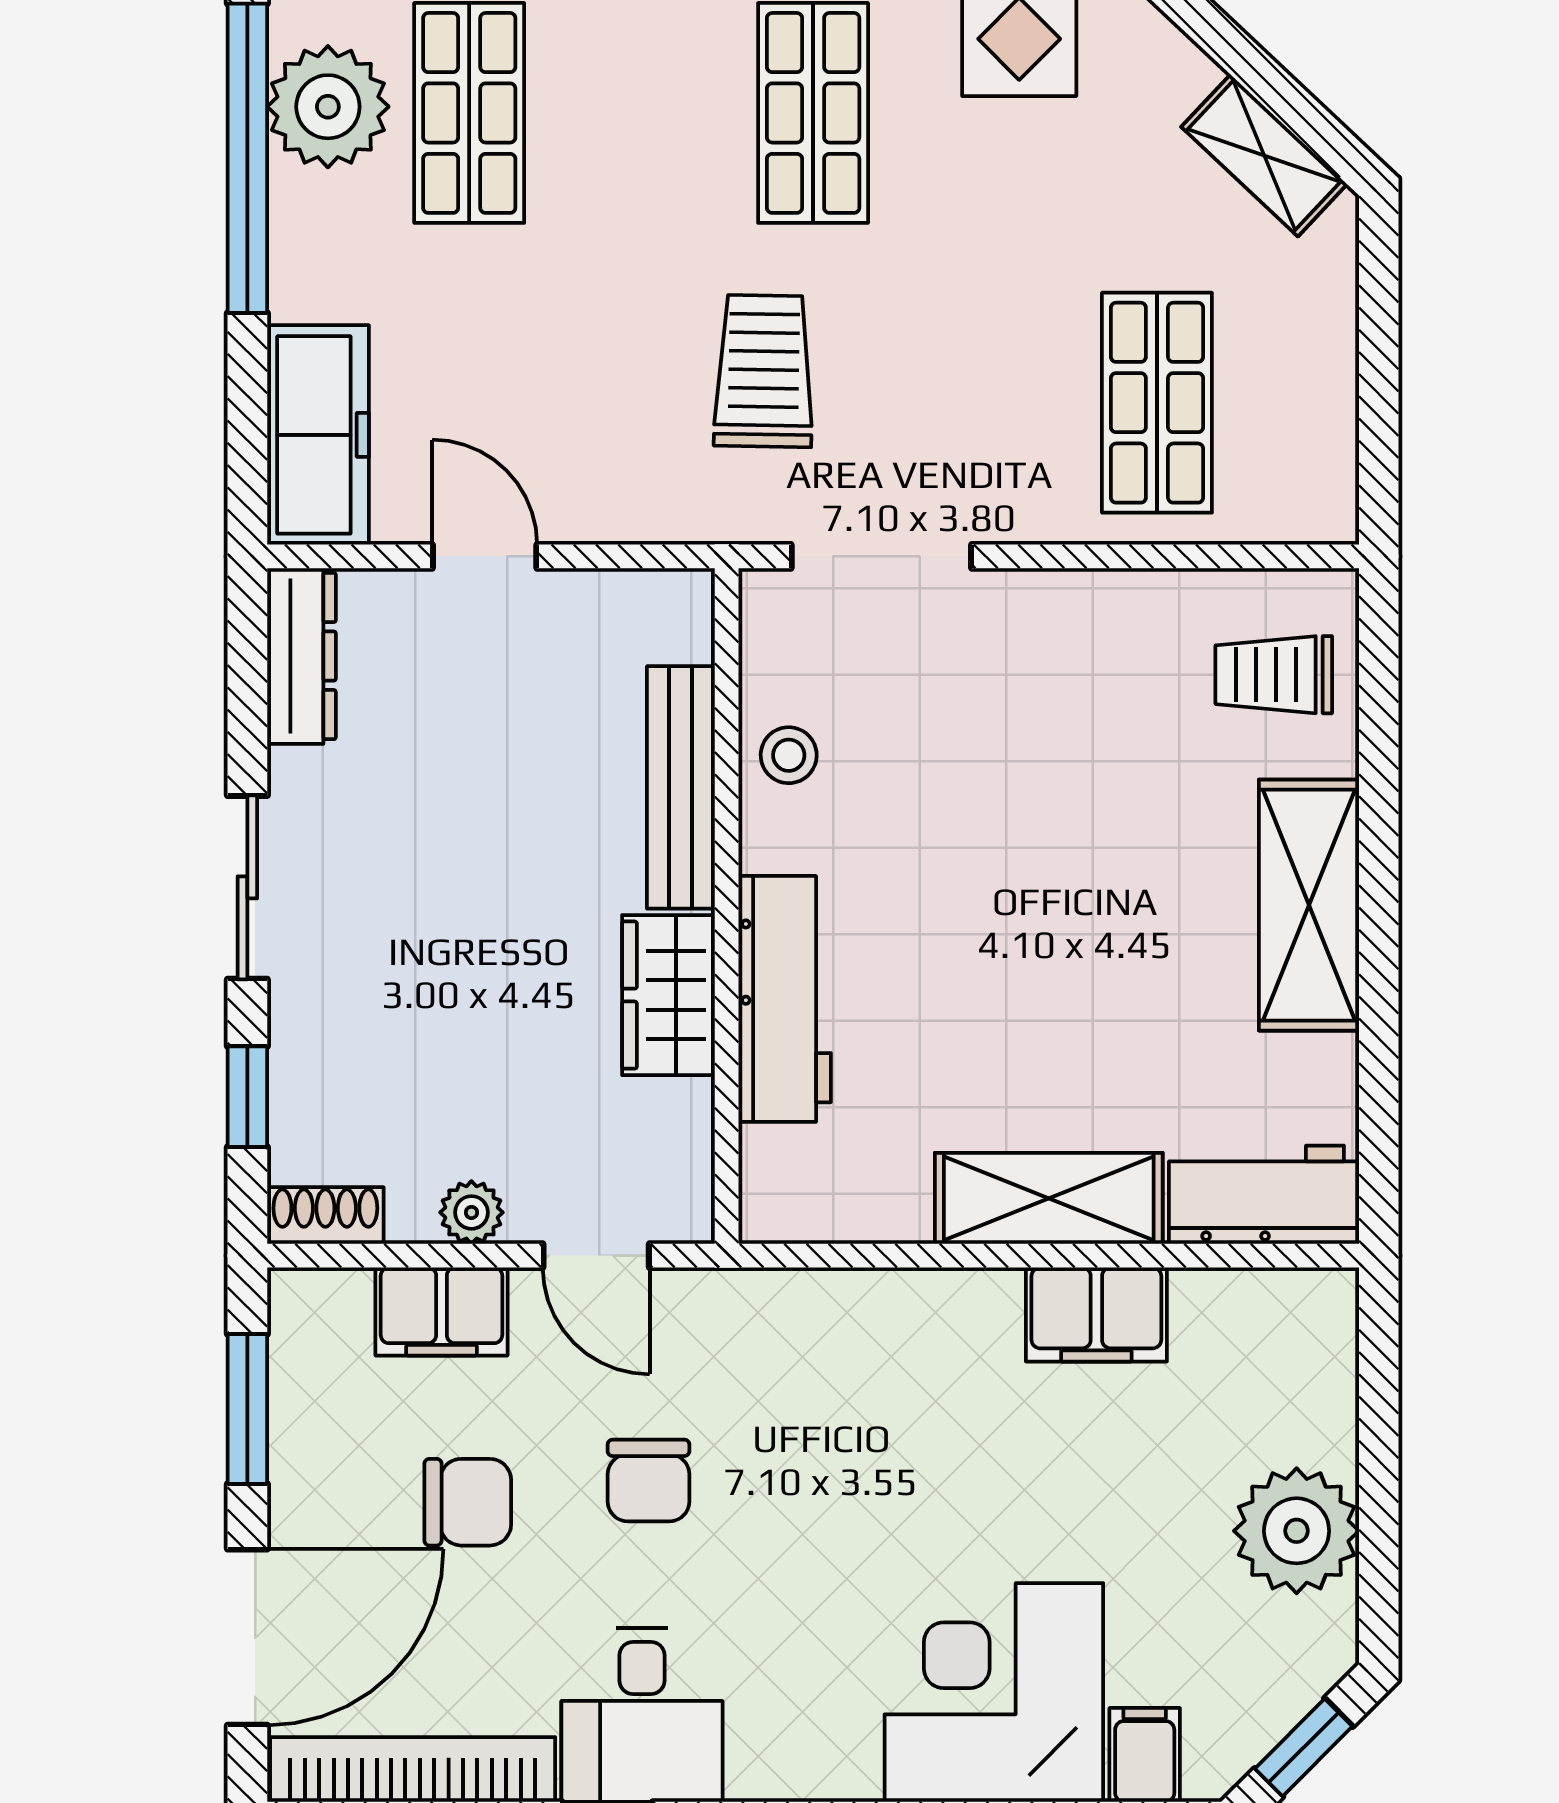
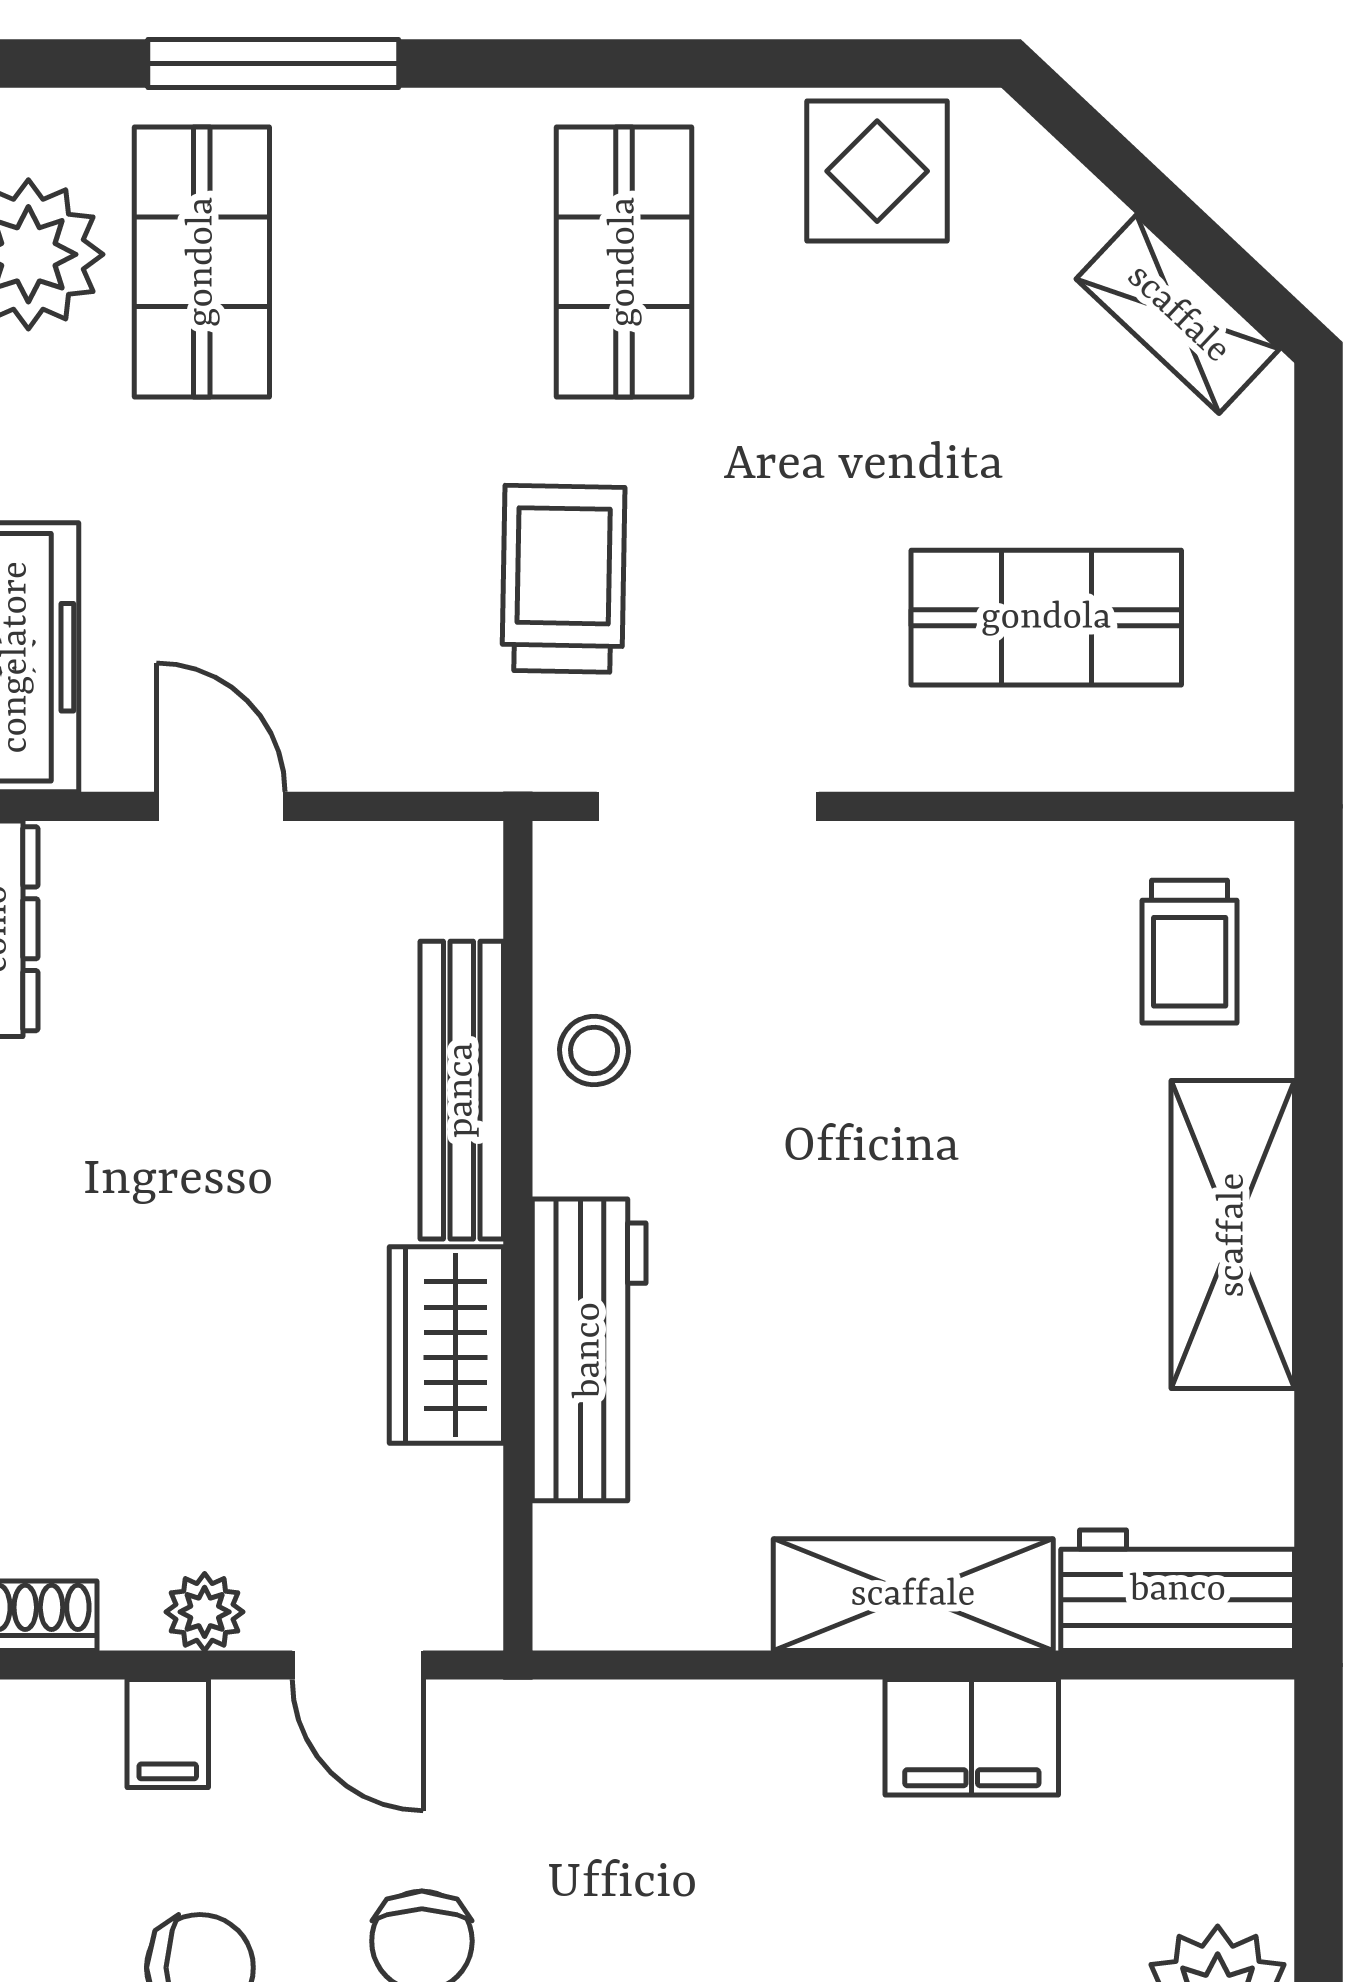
shop shelf: (1157, 403) -> (1046, 618), turned 90
trolley: (1274, 675) -> (1190, 952), turned -90
filing cabinet: (441, 1312) -> (168, 1734), width x0.50

